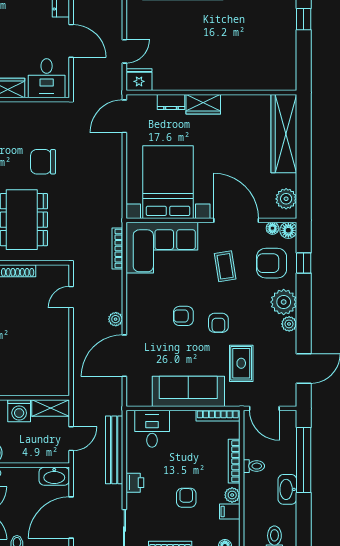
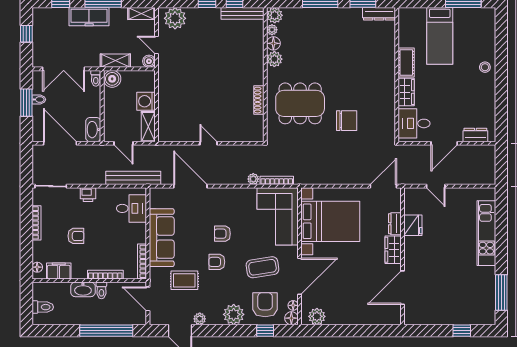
fridge: (139, 80) -> (413, 225), moved
door: (250, 92) -> (403, 288), added
door: (124, 116) -> (383, 186), hinge flipped
wardrobe: (284, 134) -> (369, 315), removed
chair: (43, 162) -> (347, 121), turned 90
coffee table: (225, 266) -> (262, 267), width x1.36, depth x1.30
door: (71, 297) -> (209, 143), moved
armchair: (183, 316) -> (222, 234), turned -90
plant: (116, 319) -> (253, 179), moved
plant: (289, 324) -> (200, 319), moved
door: (264, 408) -> (148, 299), hinge flipped
bench: (114, 450) -> (133, 178), moved
washbasin: (287, 489) -> (83, 289), moved, turned 180
plant: (232, 495) -> (78, 273), removed
filing cabinet: (230, 512) -> (59, 271), width x2.00

